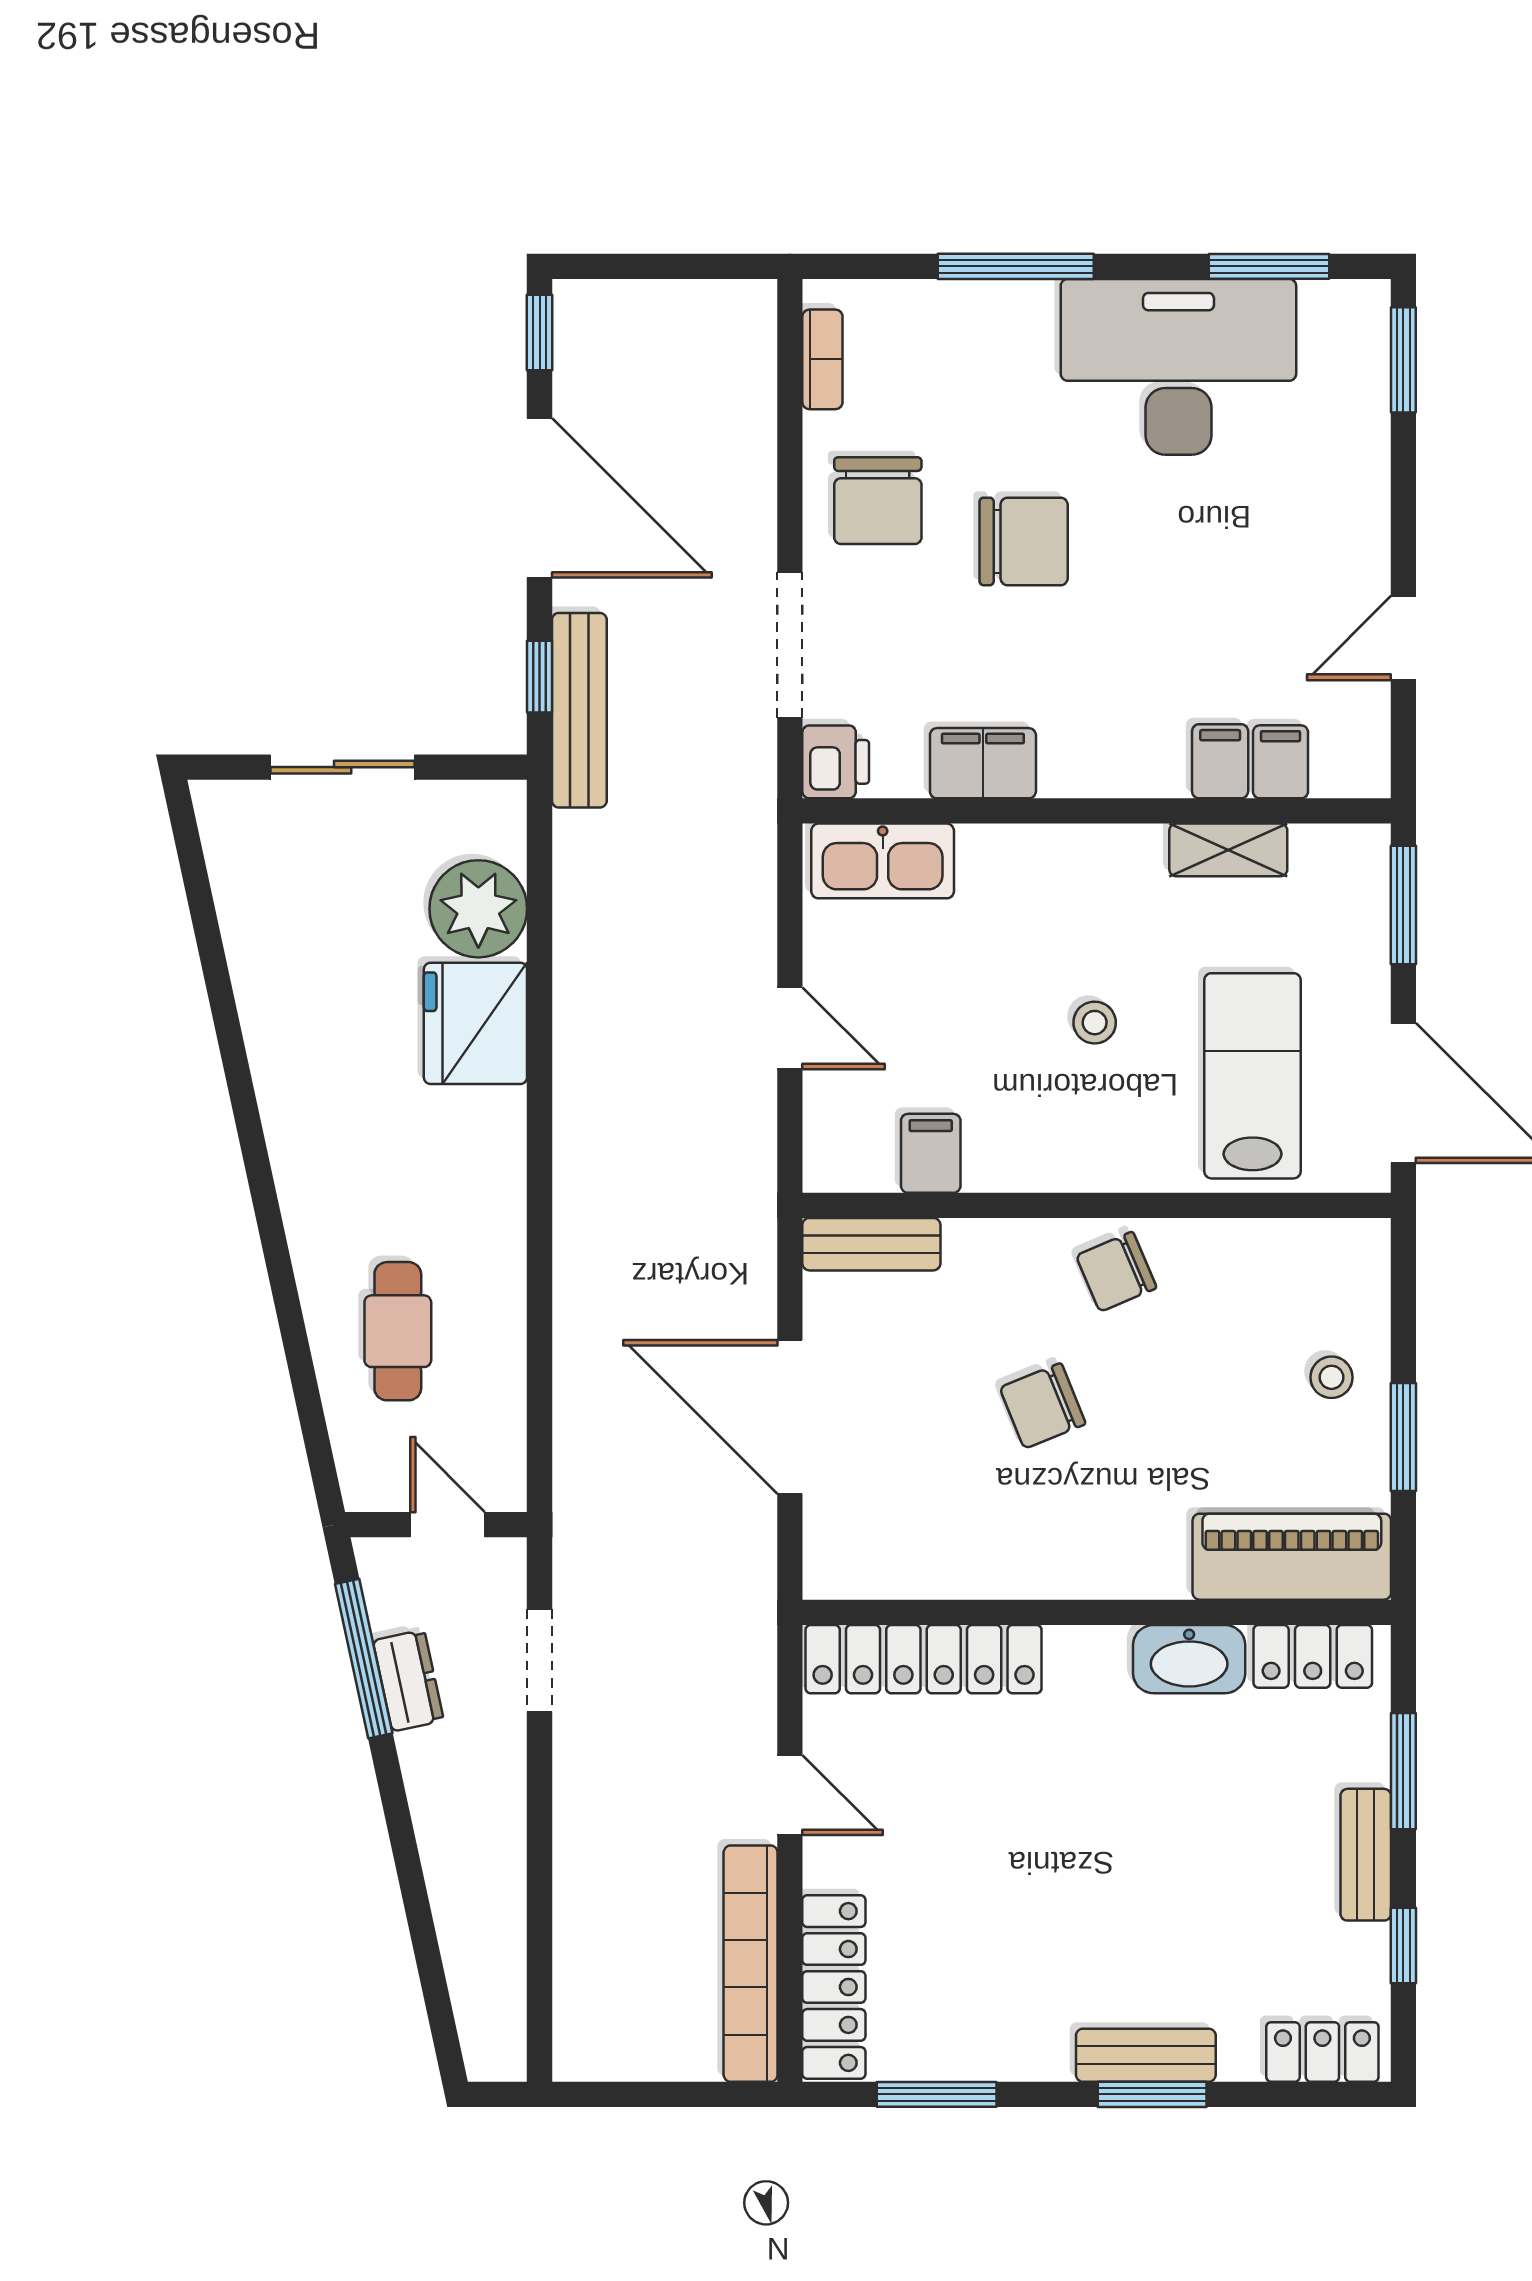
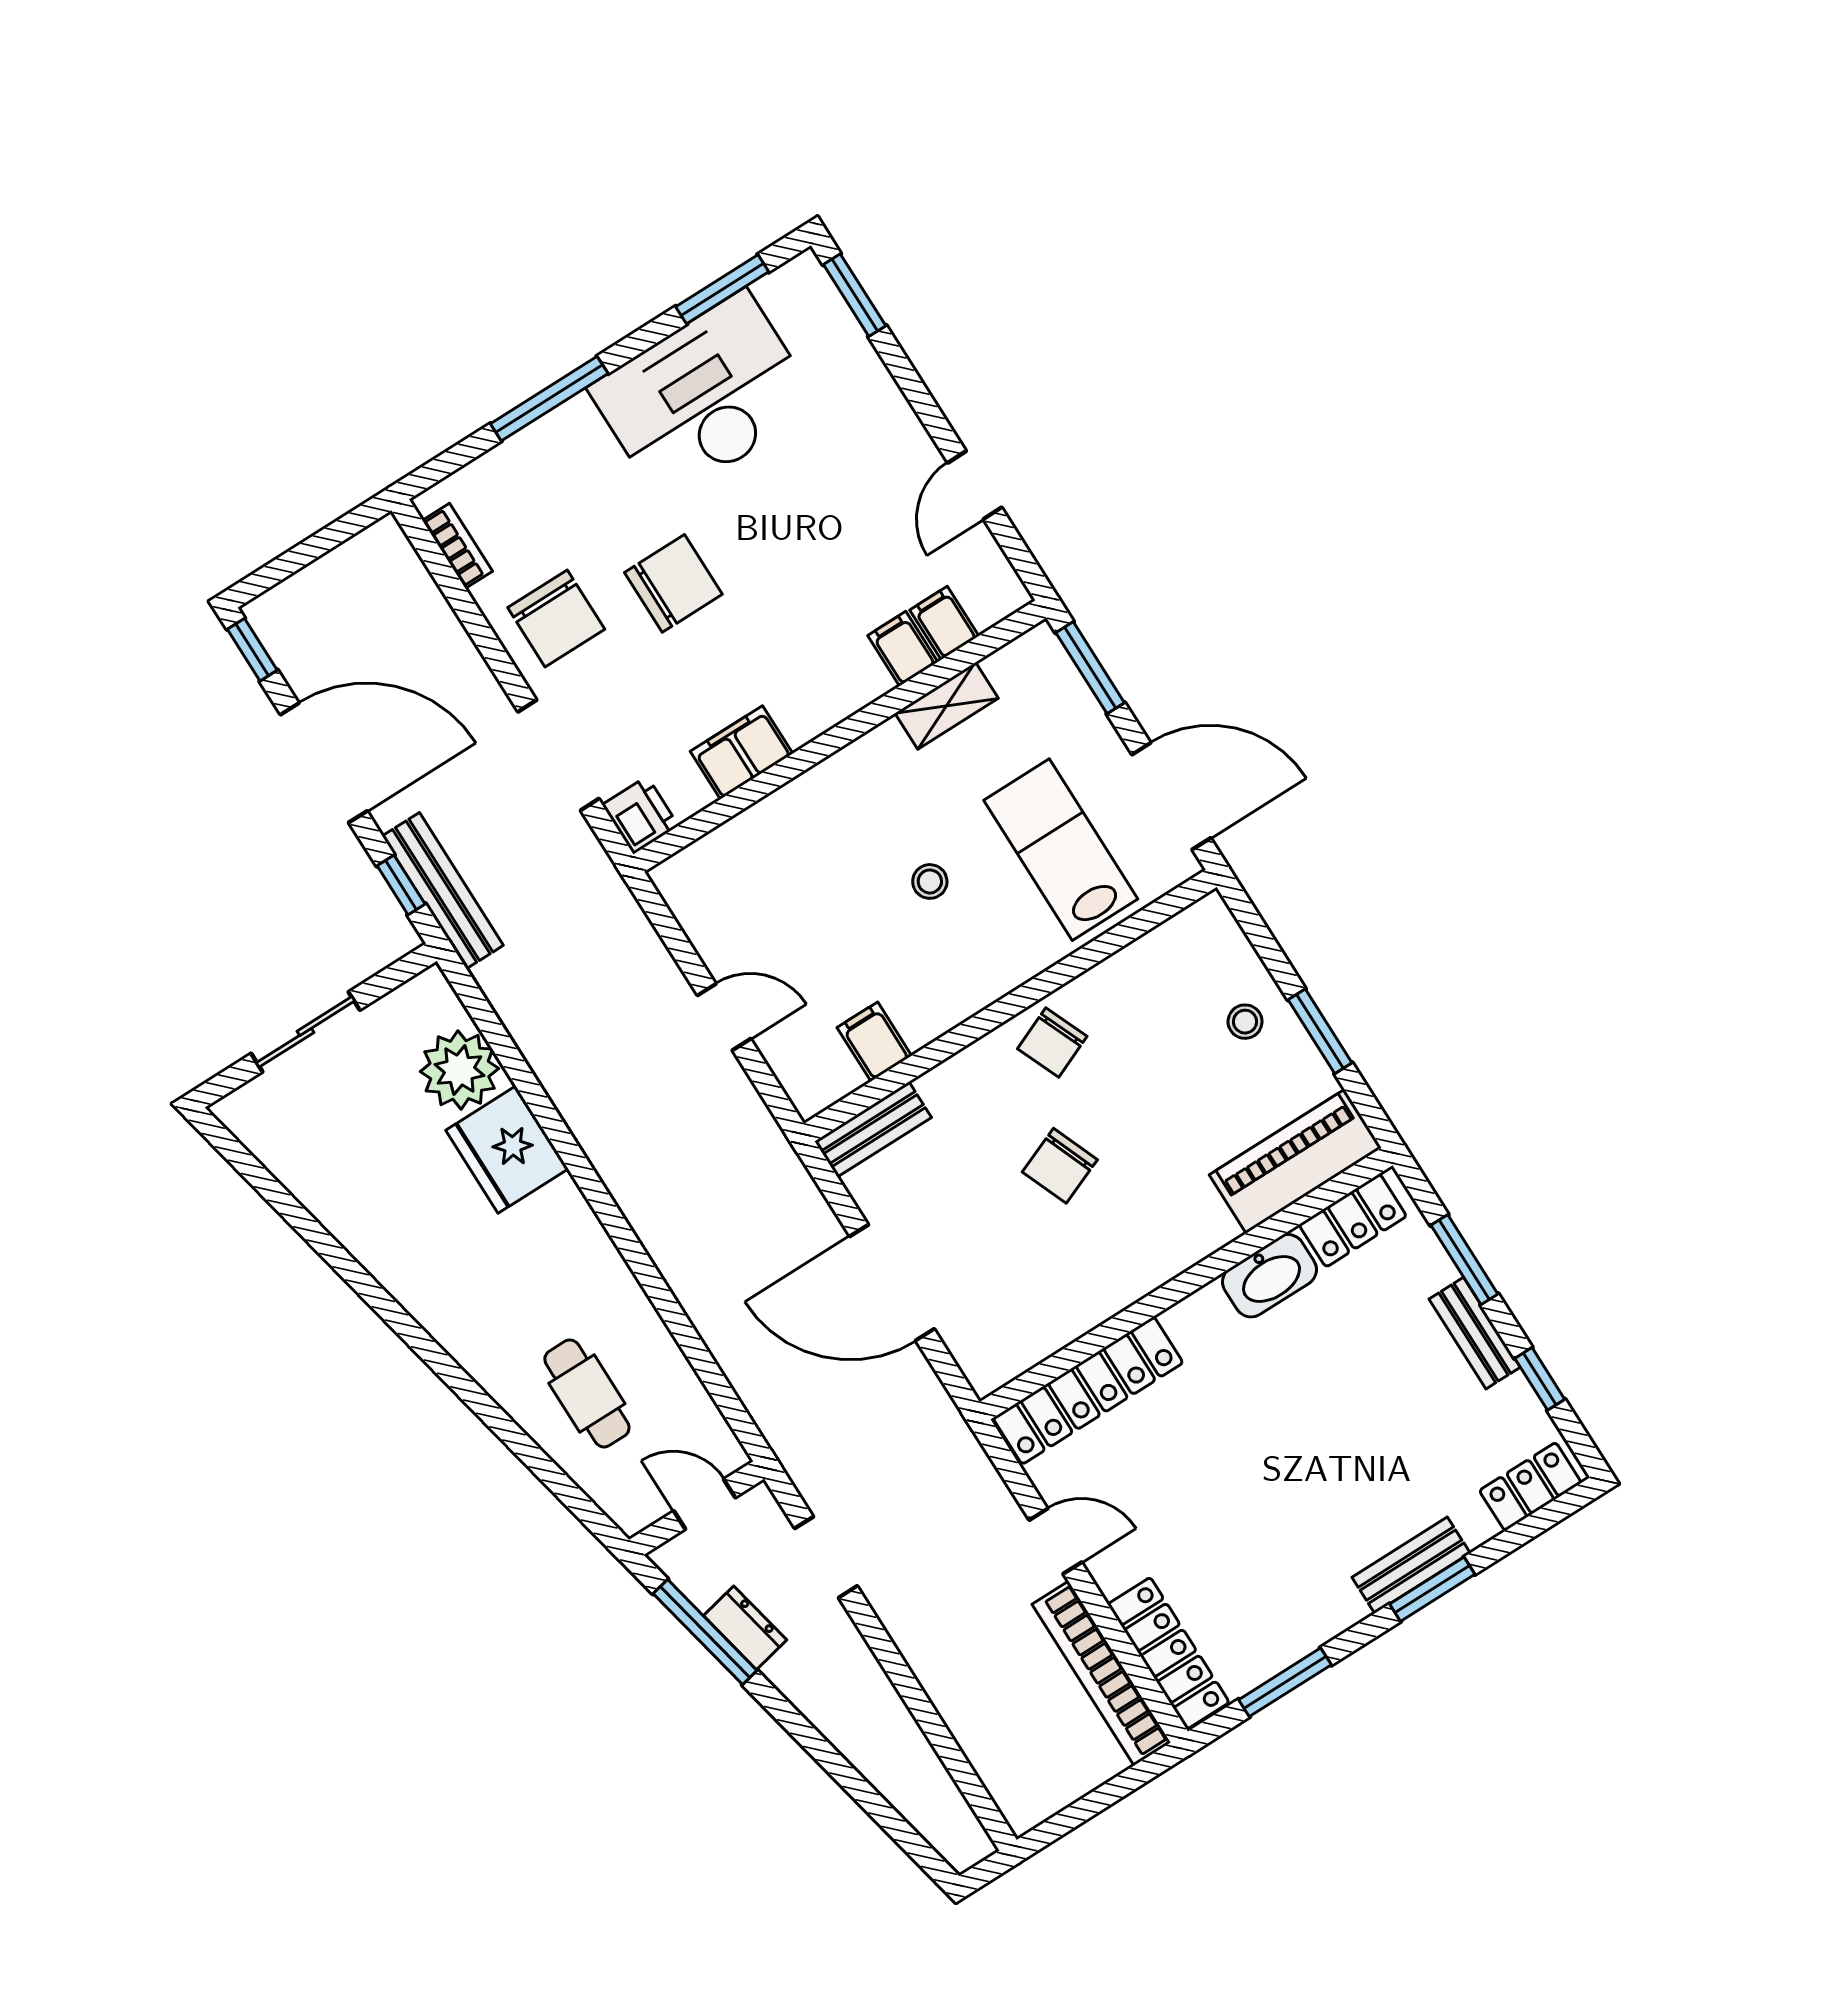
kitchen sink: (883, 861) -> (715, 863), removed

